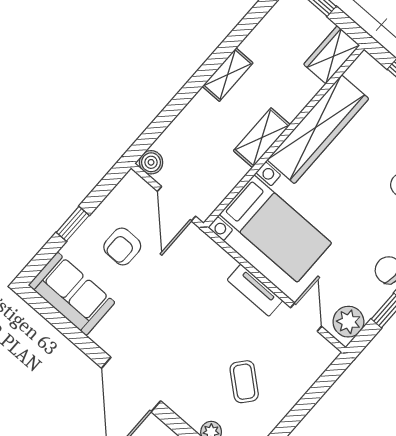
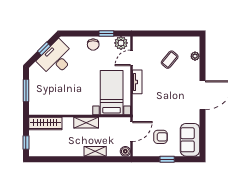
wardrobe: (332, 55) -> (45, 123), width x1.50
shelving: (228, 75) -> (95, 151), moved
wardrobe: (318, 129) -> (68, 107), removed

